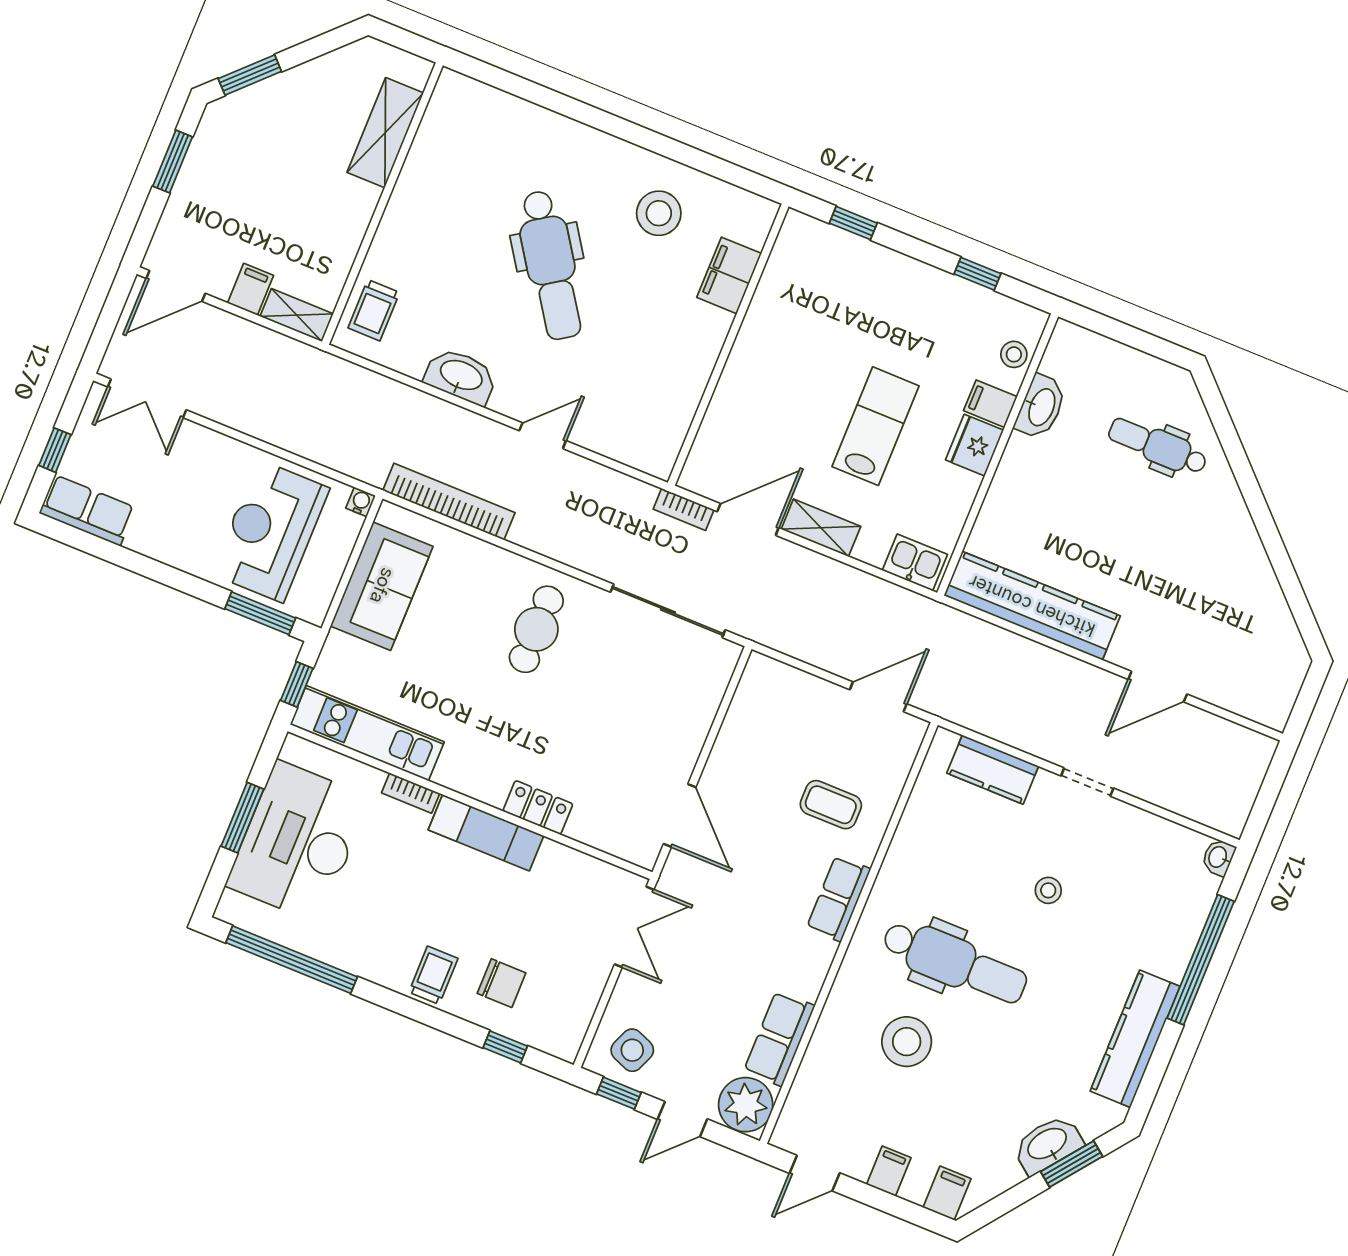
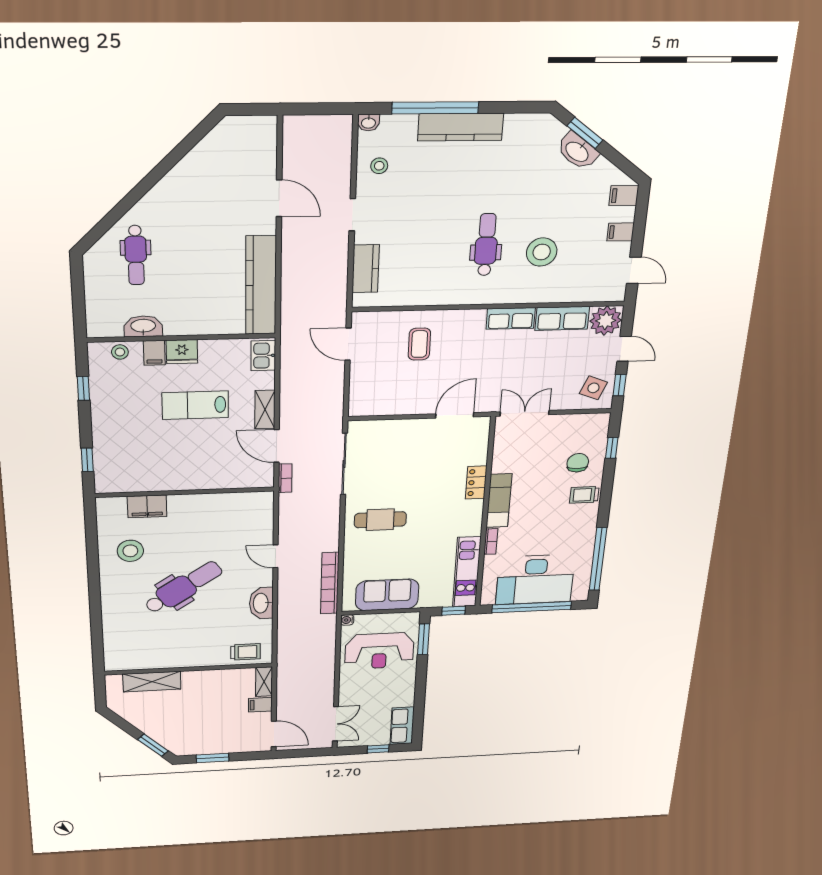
window: (242, 818) -> (532, 607), width x2.11
stool: (1048, 890) -> (379, 166), moved
row of seats: (839, 898) -> (511, 318), moved
dental chair: (955, 962) -> (486, 245), width x0.73, depth x0.72
kitchen counter: (1135, 1039) -> (461, 127), moved

